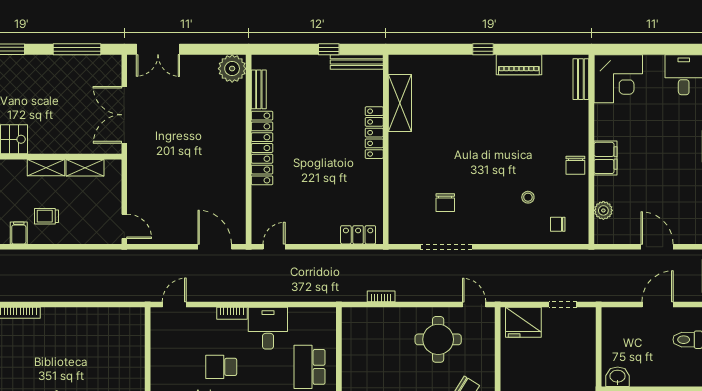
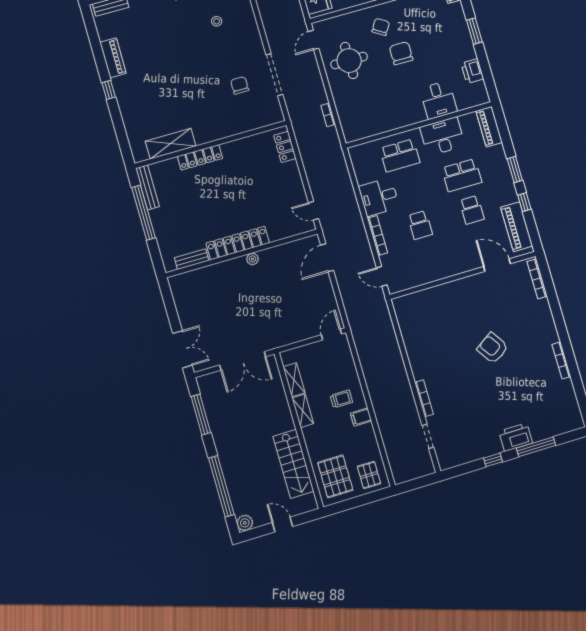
window: (329, 49) -> (144, 213), width x3.17
plant: (232, 69) -> (253, 259), moved, width x0.53, depth x0.53
chair: (445, 203) -> (240, 85), turned -90
trolley: (46, 216) -> (341, 399), turned -90
bookcase: (232, 313) -> (377, 236), width x1.56

